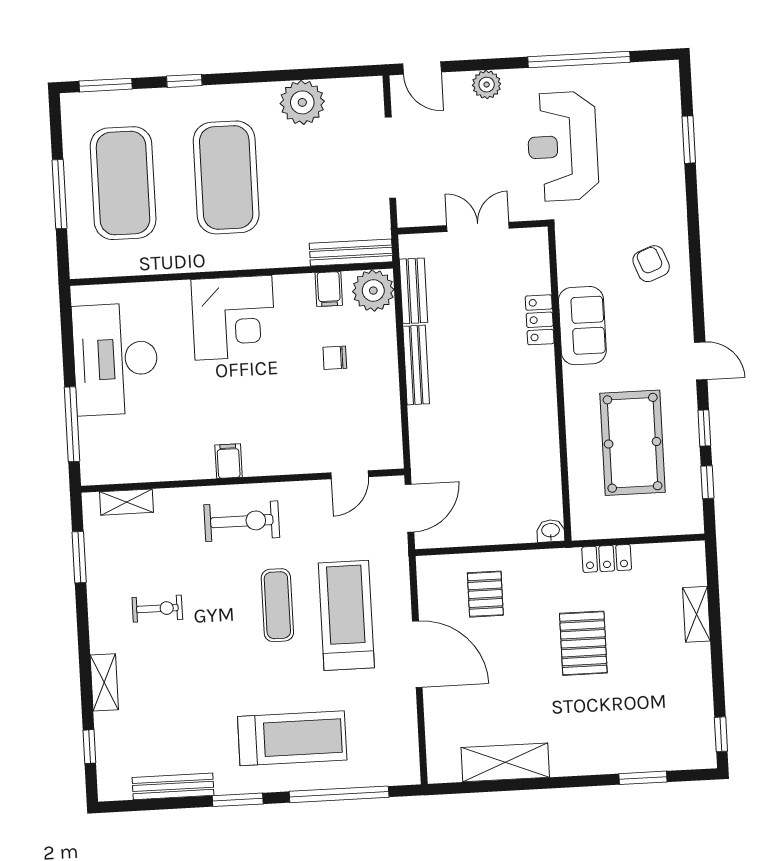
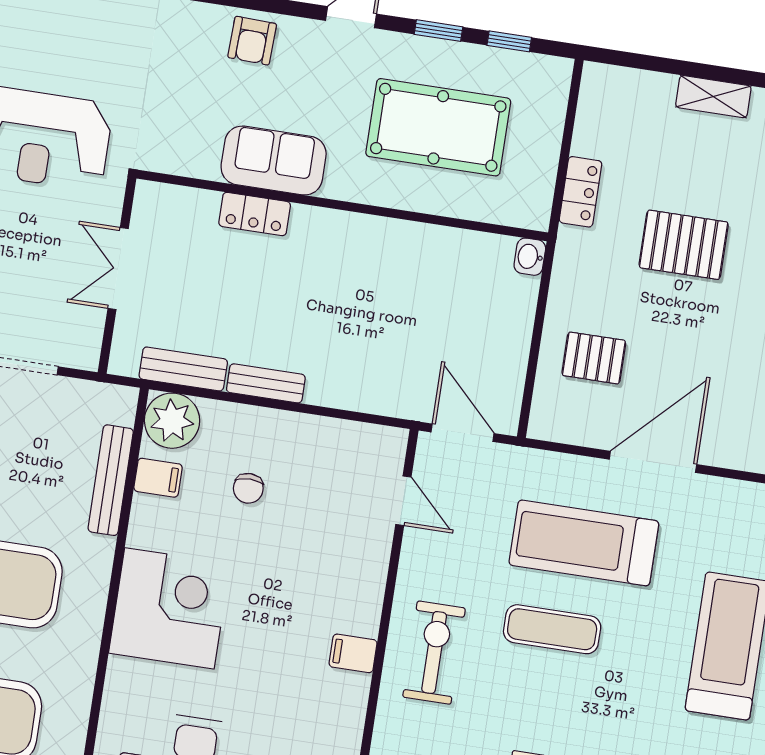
bench: (351, 252) -> (111, 480), moved
armchair: (651, 264) -> (252, 41), moved, turned -67
bench: (416, 365) -> (266, 383), width x0.73
shelving: (696, 614) -> (713, 97), moved

